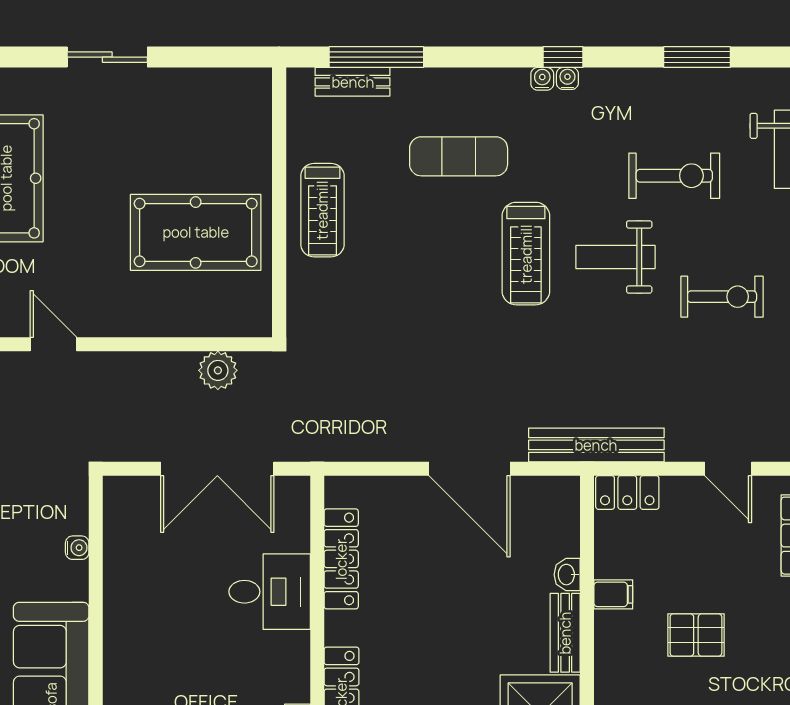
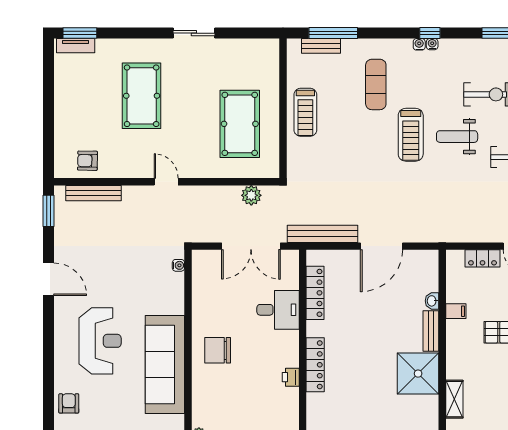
exercise mat: (459, 156) -> (376, 84), turned 90
pool table: (196, 232) -> (240, 124), turned 90
bench: (596, 445) -> (322, 234), moved
door: (469, 469) -> (381, 246), hinge flipped
locker: (627, 493) -> (482, 258), moved
water cooler: (77, 548) -> (178, 265), moved
chair: (153, 670) -> (218, 350), added

